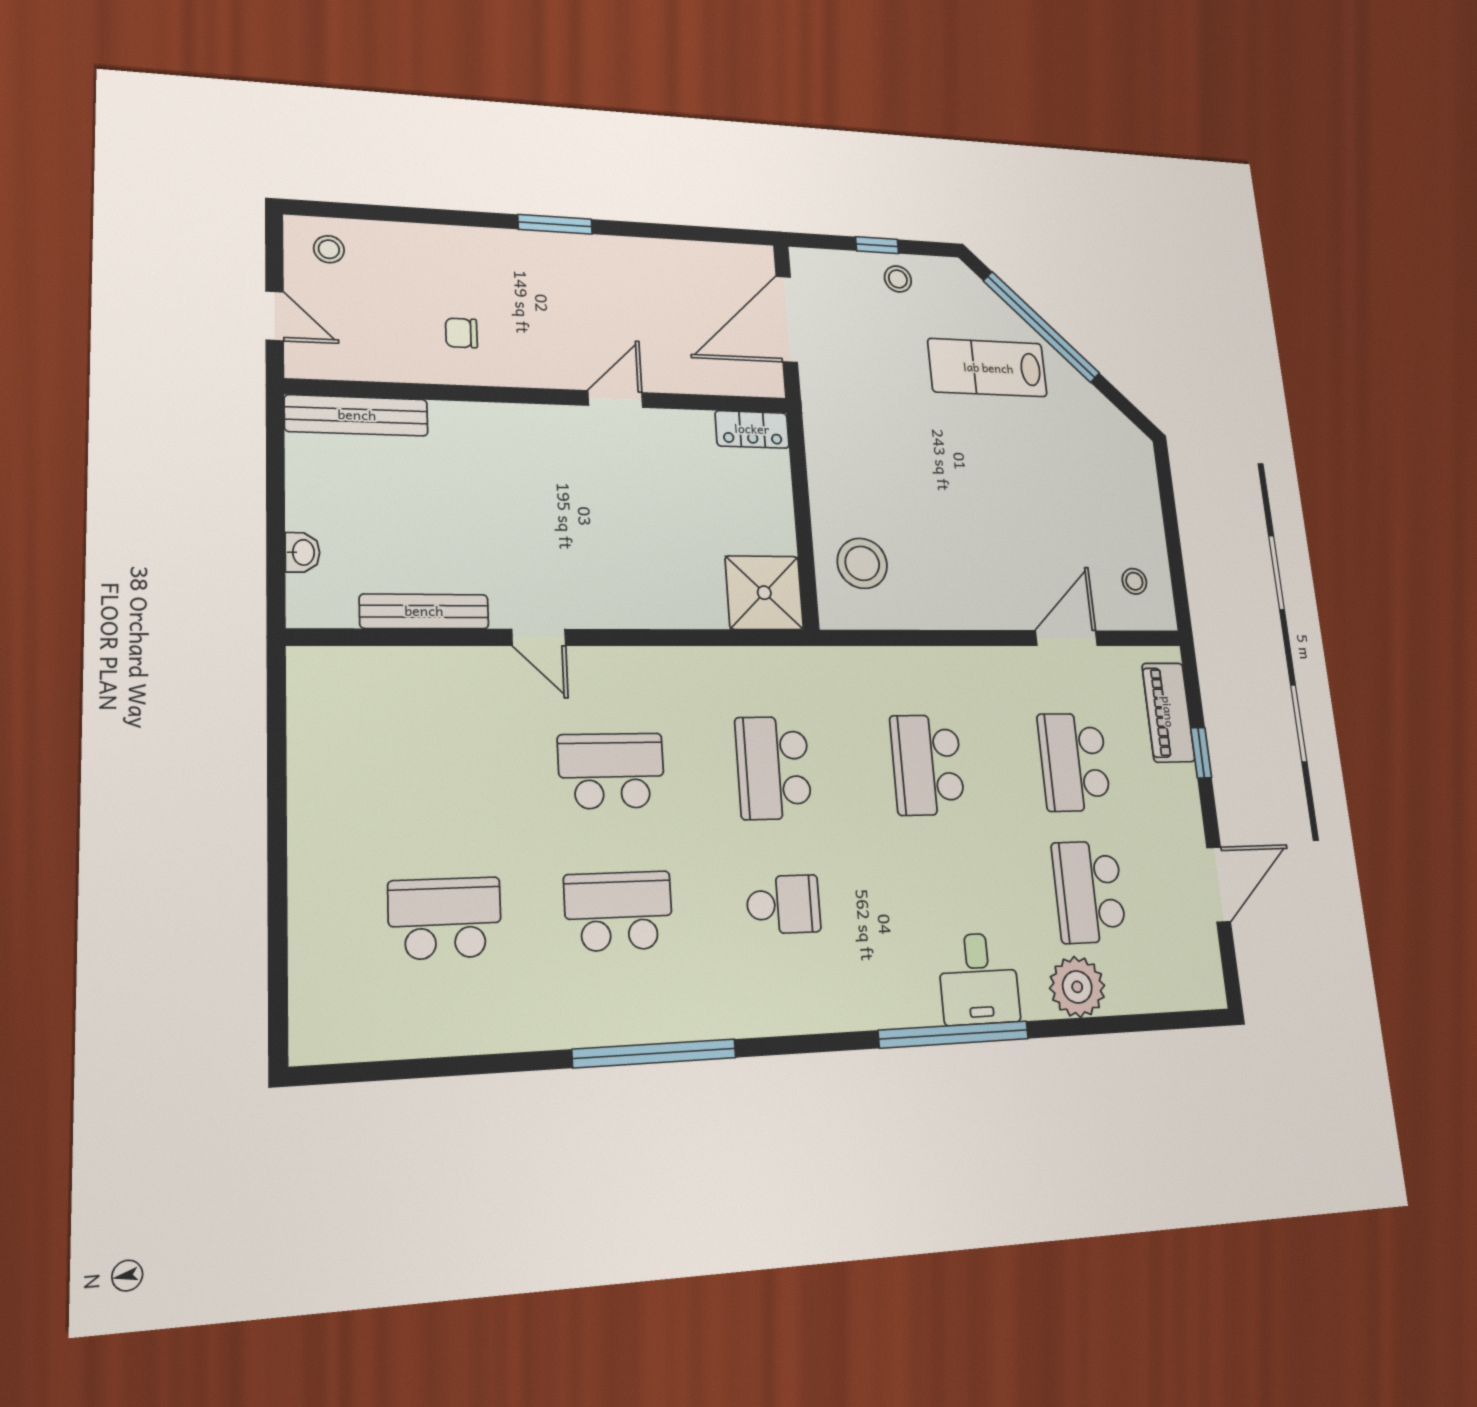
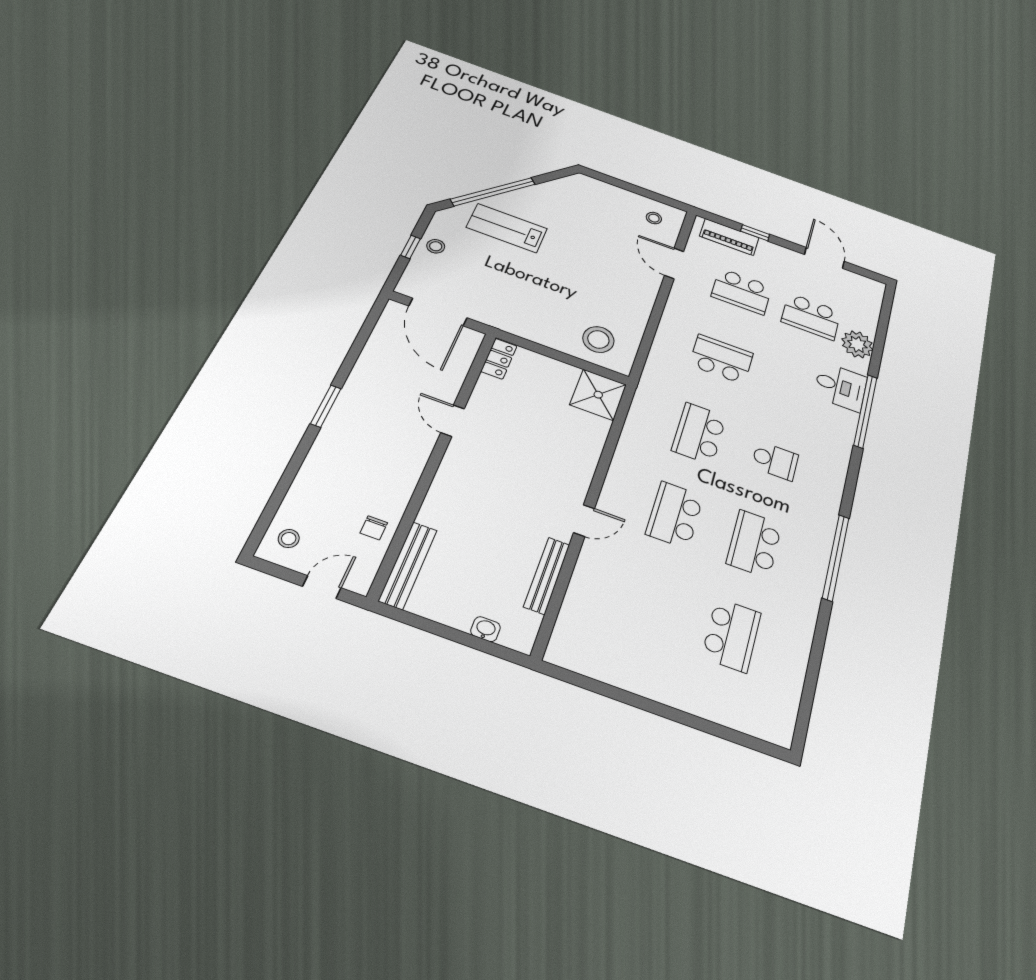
chair: (461, 333) -> (374, 528), moved
lab bench: (988, 368) -> (507, 228), turned 90
school desk: (927, 765) -> (721, 359), turned 180
school desk: (773, 768) -> (699, 433), turned 90
school desk: (783, 904) -> (775, 461), turned 90
school desk: (445, 918) -> (731, 635), turned 180

